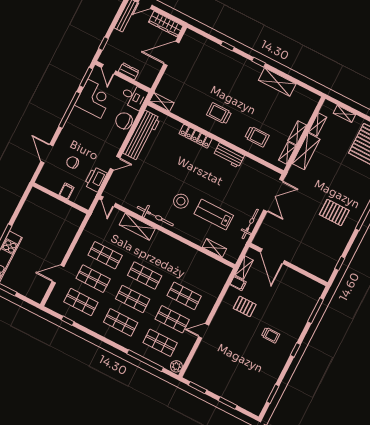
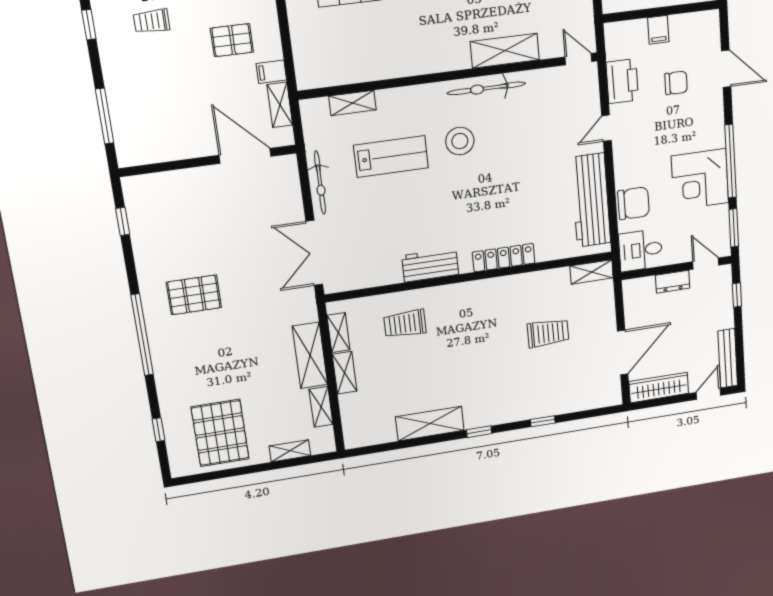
corner desk: (94, 99) -> (700, 179), moved
trolley: (219, 114) -> (548, 333), moved

